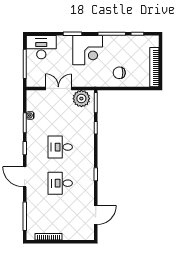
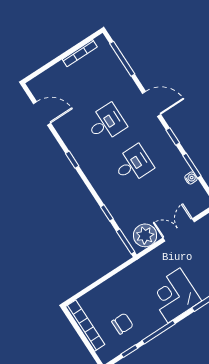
chair: (119, 73) -> (122, 324), moved
double door: (58, 88) -> (179, 230), swing flipped
door: (96, 215) -> (42, 113), swing flipped

